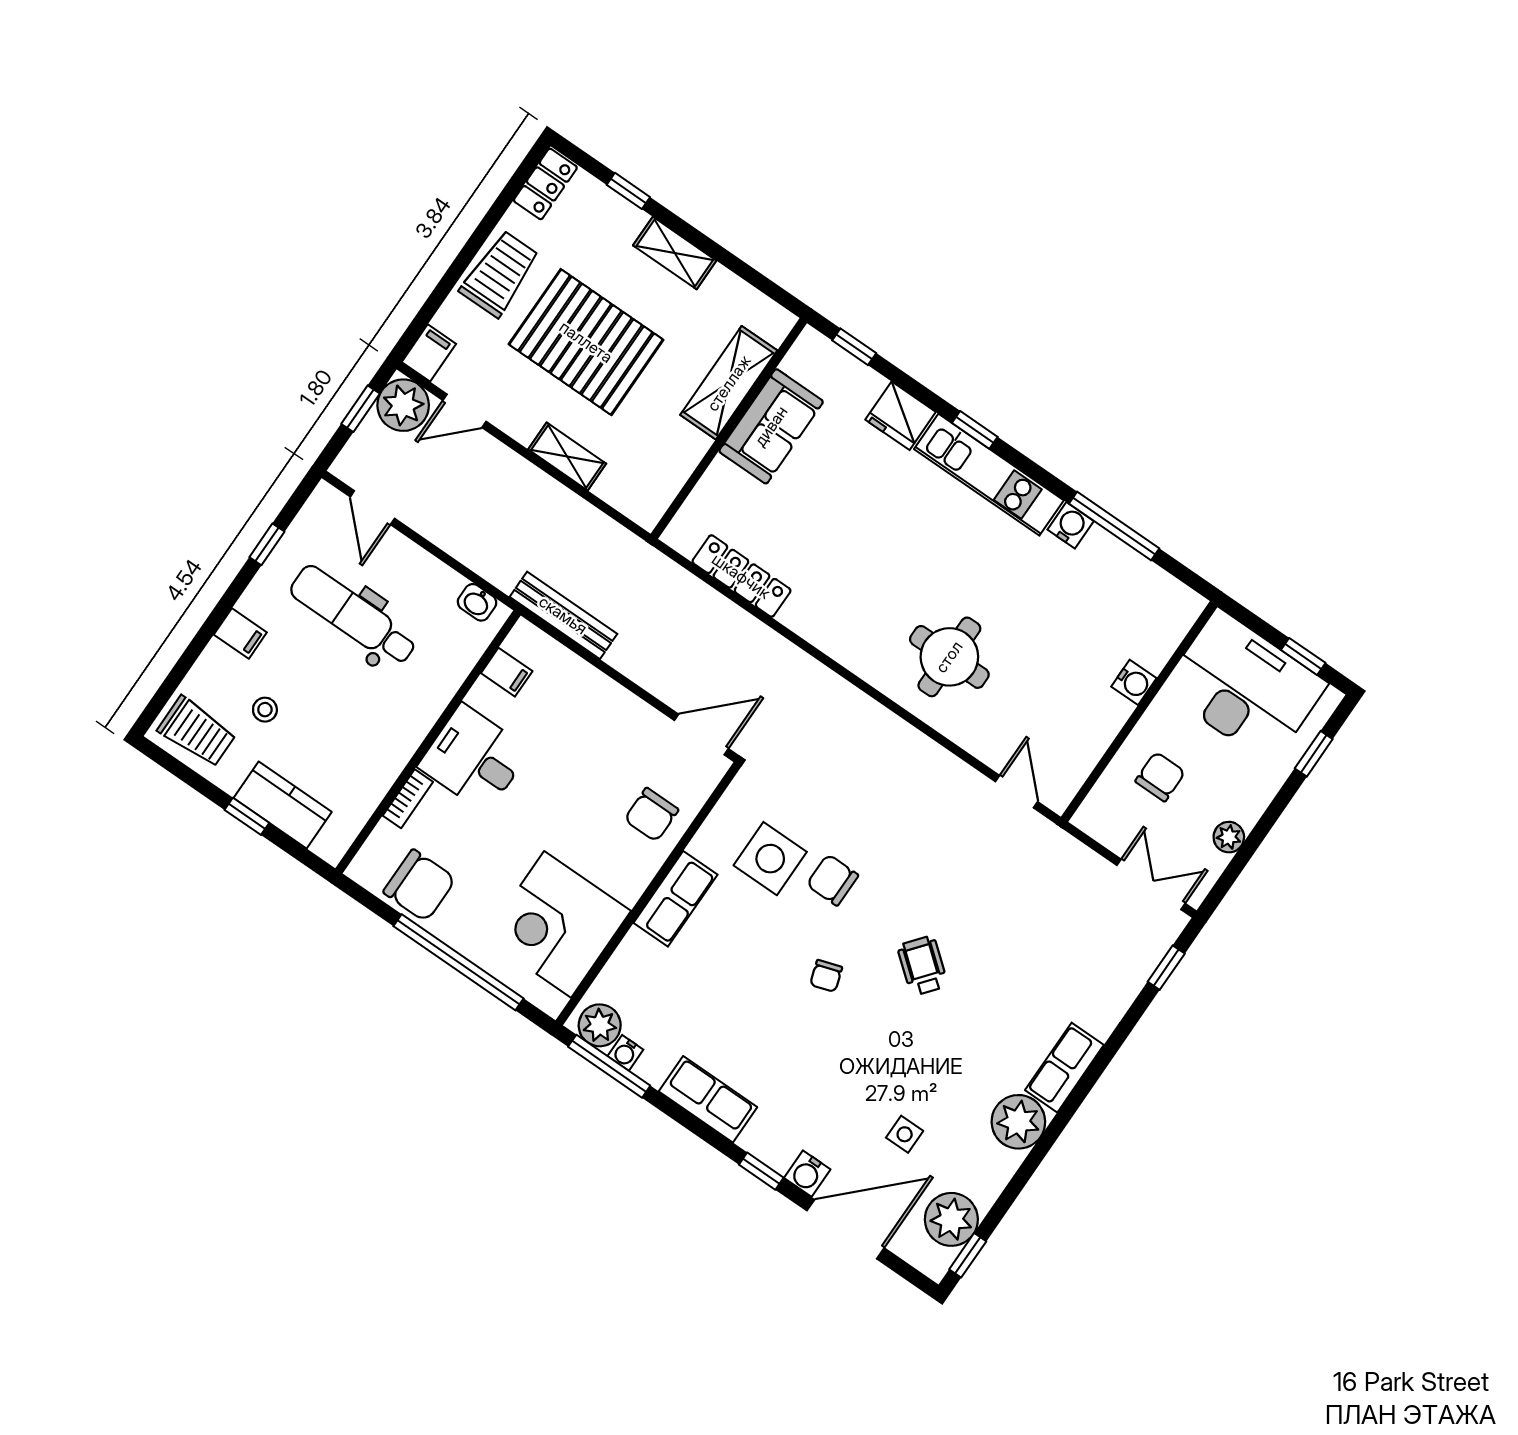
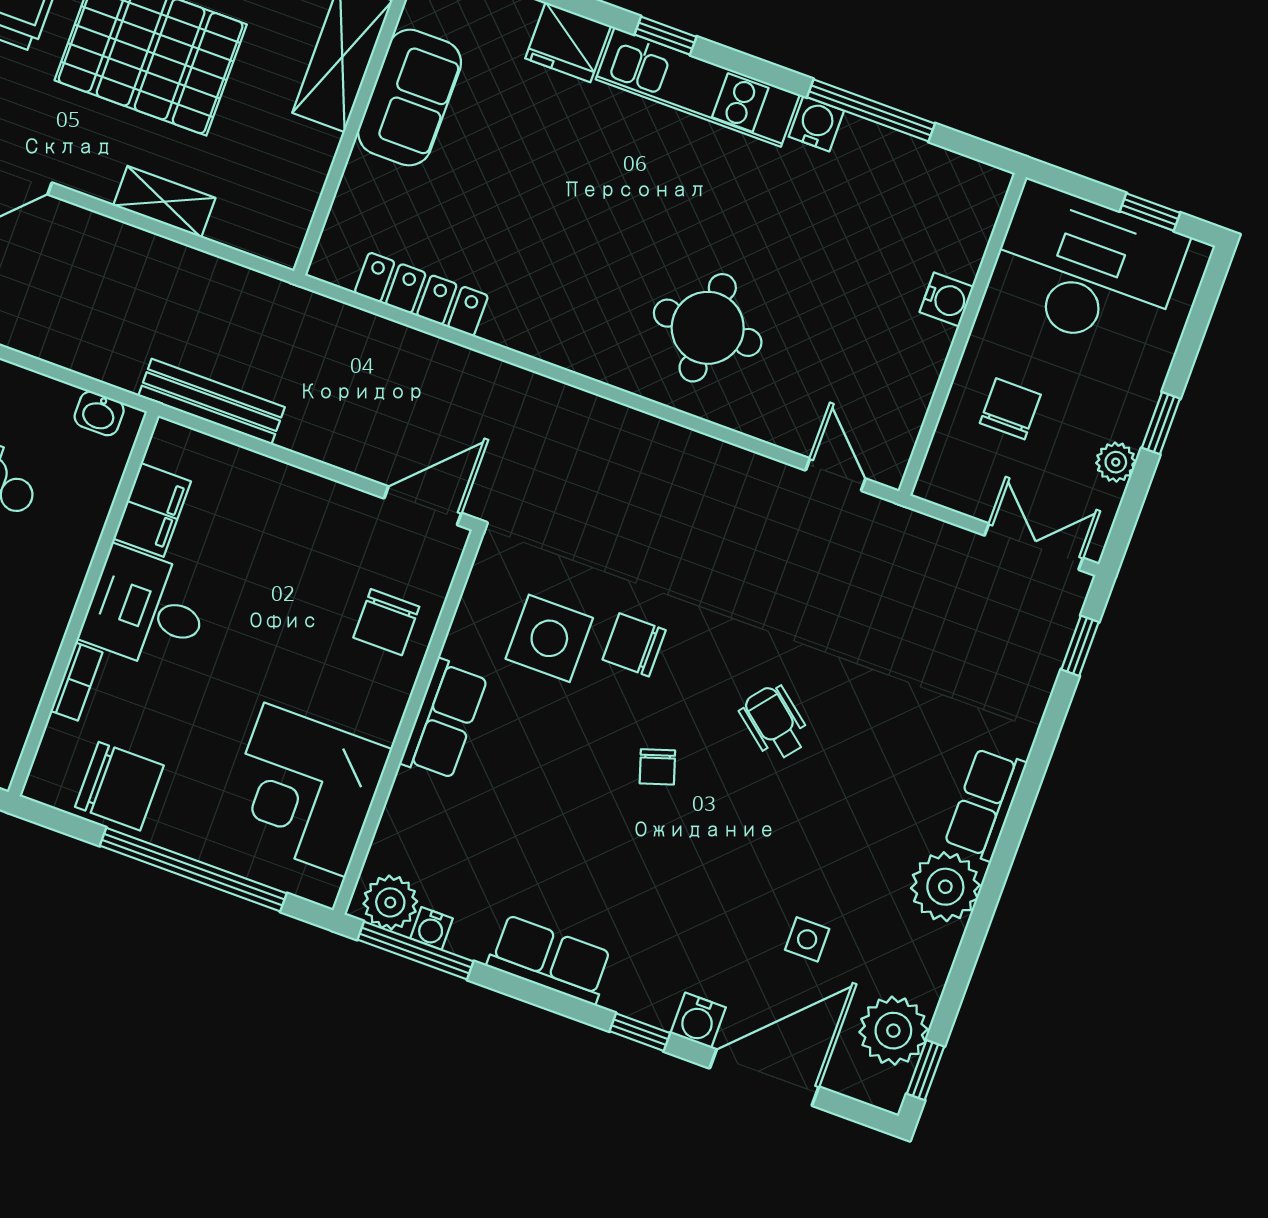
filing cabinet: (507, 672) -> (152, 510), width x2.00
window: (1314, 754) -> (1161, 423), moved

